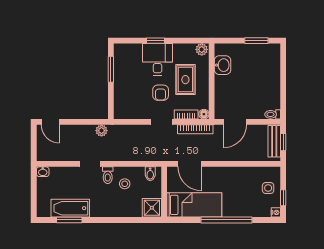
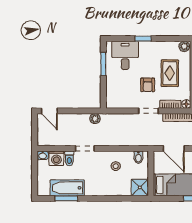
desk: (158, 60) -> (125, 55), moved
washing machine: (58, 175) -> (56, 158), added
toilet: (108, 175) -> (69, 158), moved

